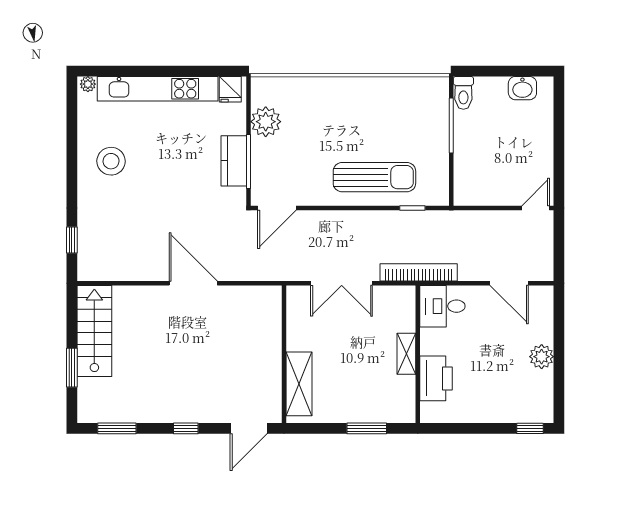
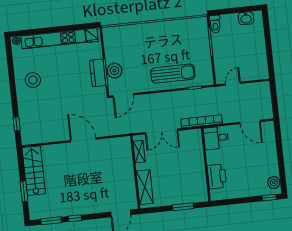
plant: (266, 122) -> (115, 71), moved
door: (536, 208) -> (233, 84), moved
shelving: (406, 354) -> (139, 152), moved
plant: (542, 357) -> (274, 182), moved
window: (186, 428) -> (75, 218), moved

